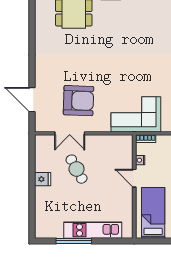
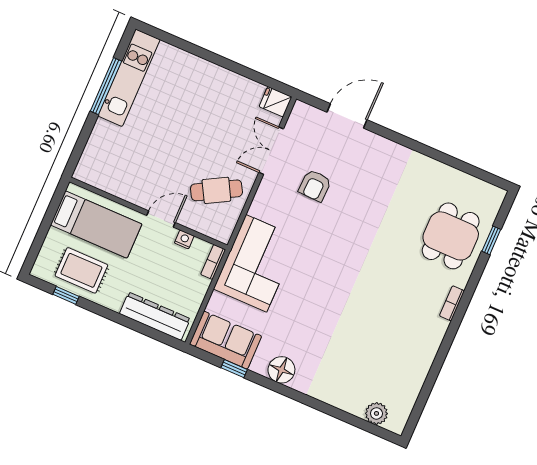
armchair: (79, 101) -> (315, 186), width x0.53, depth x0.53
cafe table: (77, 169) -> (216, 190), moved
fridge: (43, 179) -> (276, 102), moved, turned 90
kitchen unit: (93, 230) -> (129, 78), moved

